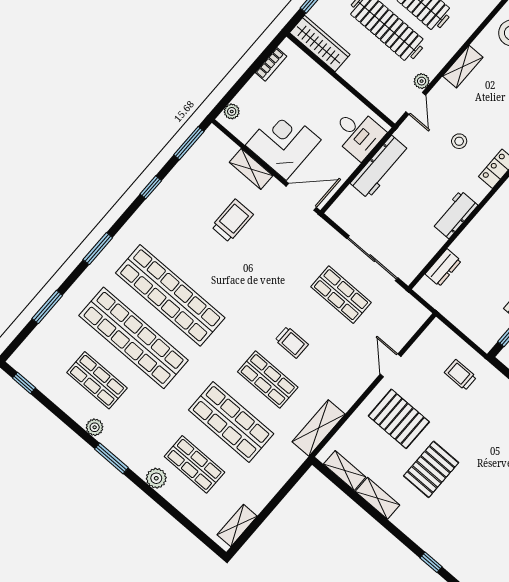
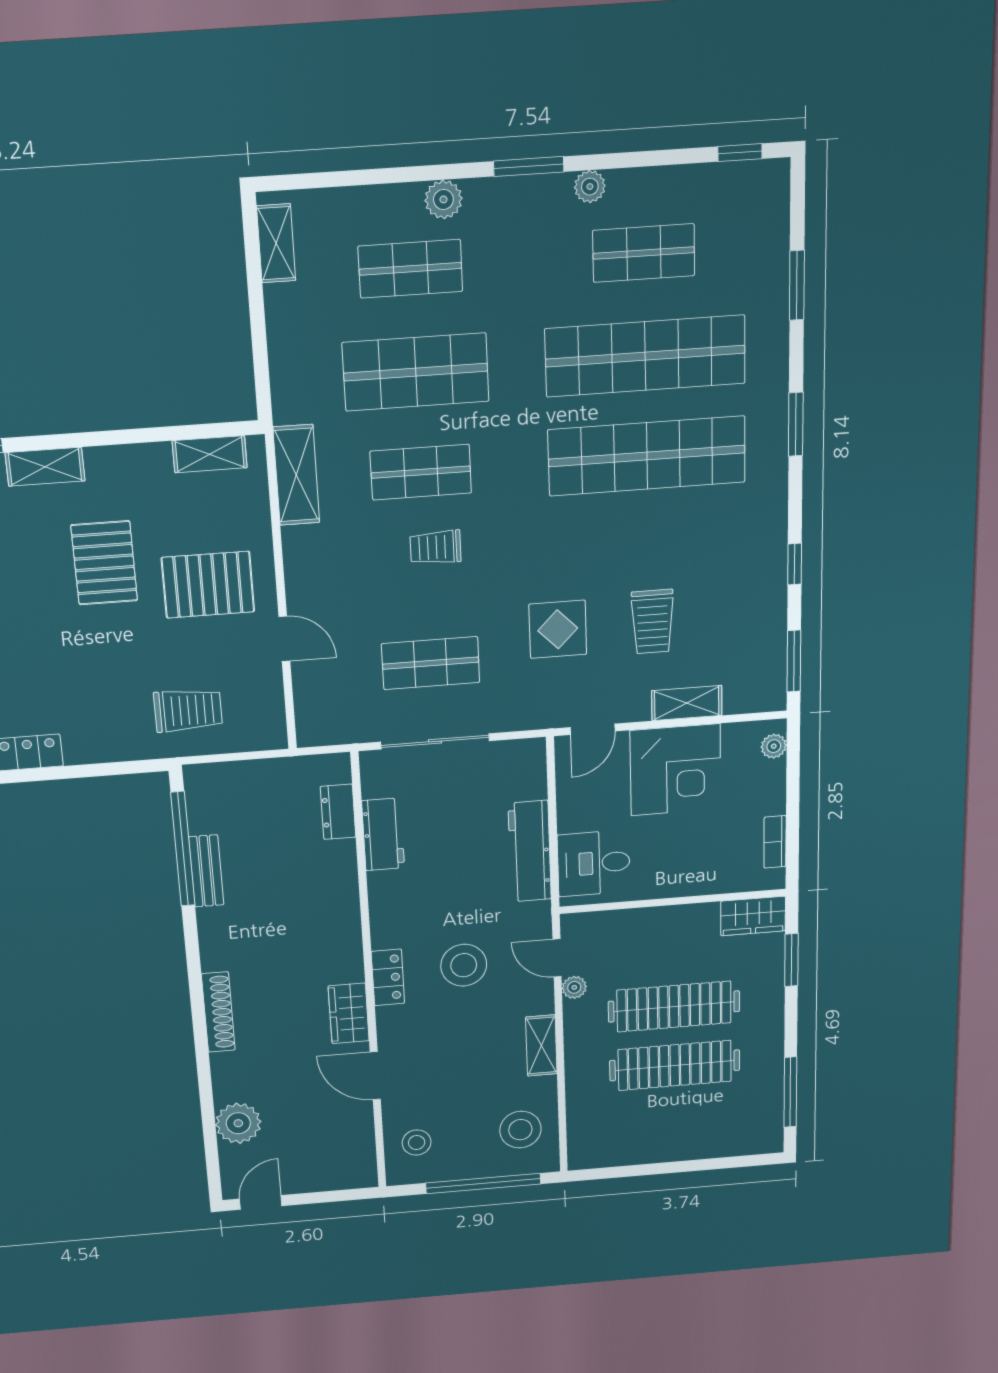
wardrobe: (320, 44) -> (753, 916), width x0.67
stool: (459, 141) -> (464, 965), width x1.89, depth x1.89
door: (301, 197) -> (593, 729), width x0.73
workbench: (455, 214) -> (383, 834), moved
display table: (275, 257) -> (558, 629), added
trolley: (460, 375) -> (188, 710), width x1.36, depth x1.39
shelving: (378, 498) -> (45, 467), moved

